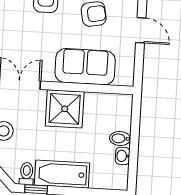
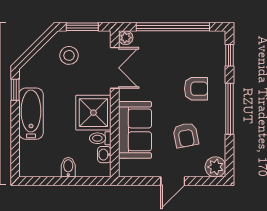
washbasin: (123, 156) -> (104, 155), moved, turned -90
toilet: (27, 174) -> (100, 138), moved, turned 180

